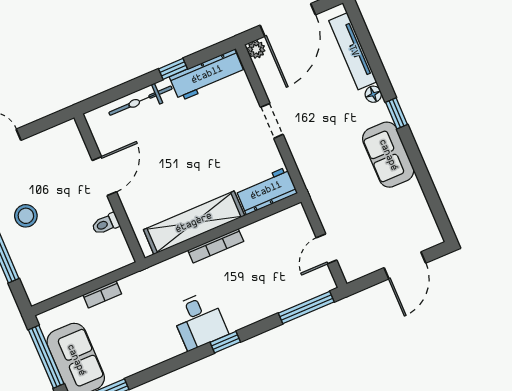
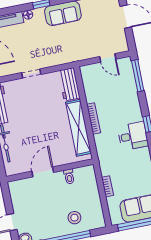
door: (104, 176) -> (43, 172), hinge flipped
stool: (26, 216) -> (74, 218), moved

